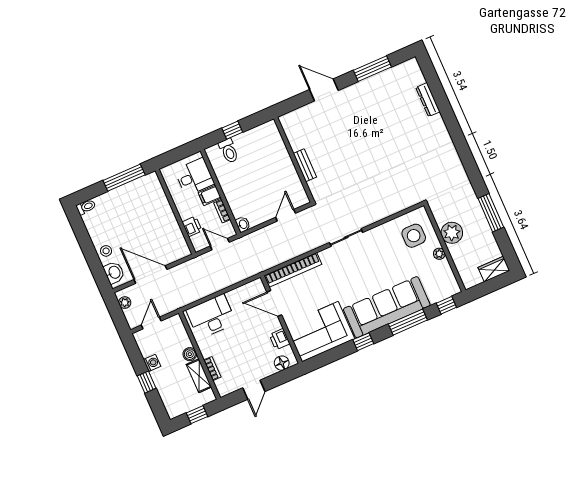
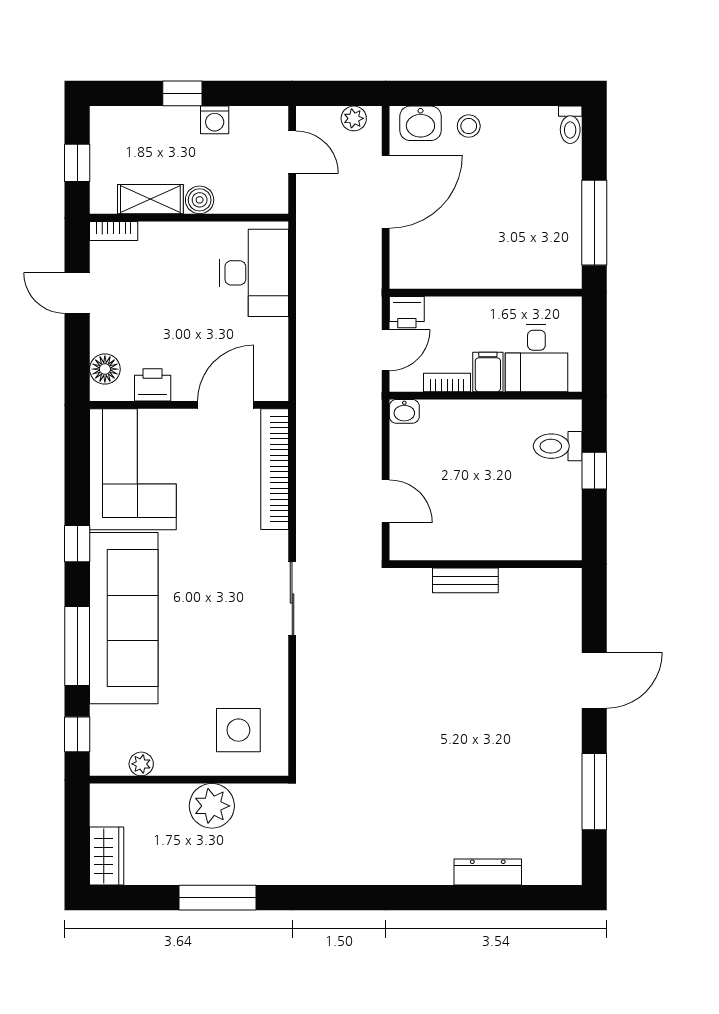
printer: (192, 226) -> (407, 312), moved
plant: (439, 254) -> (141, 764), moved
bookcase: (212, 369) -> (114, 231), moved

